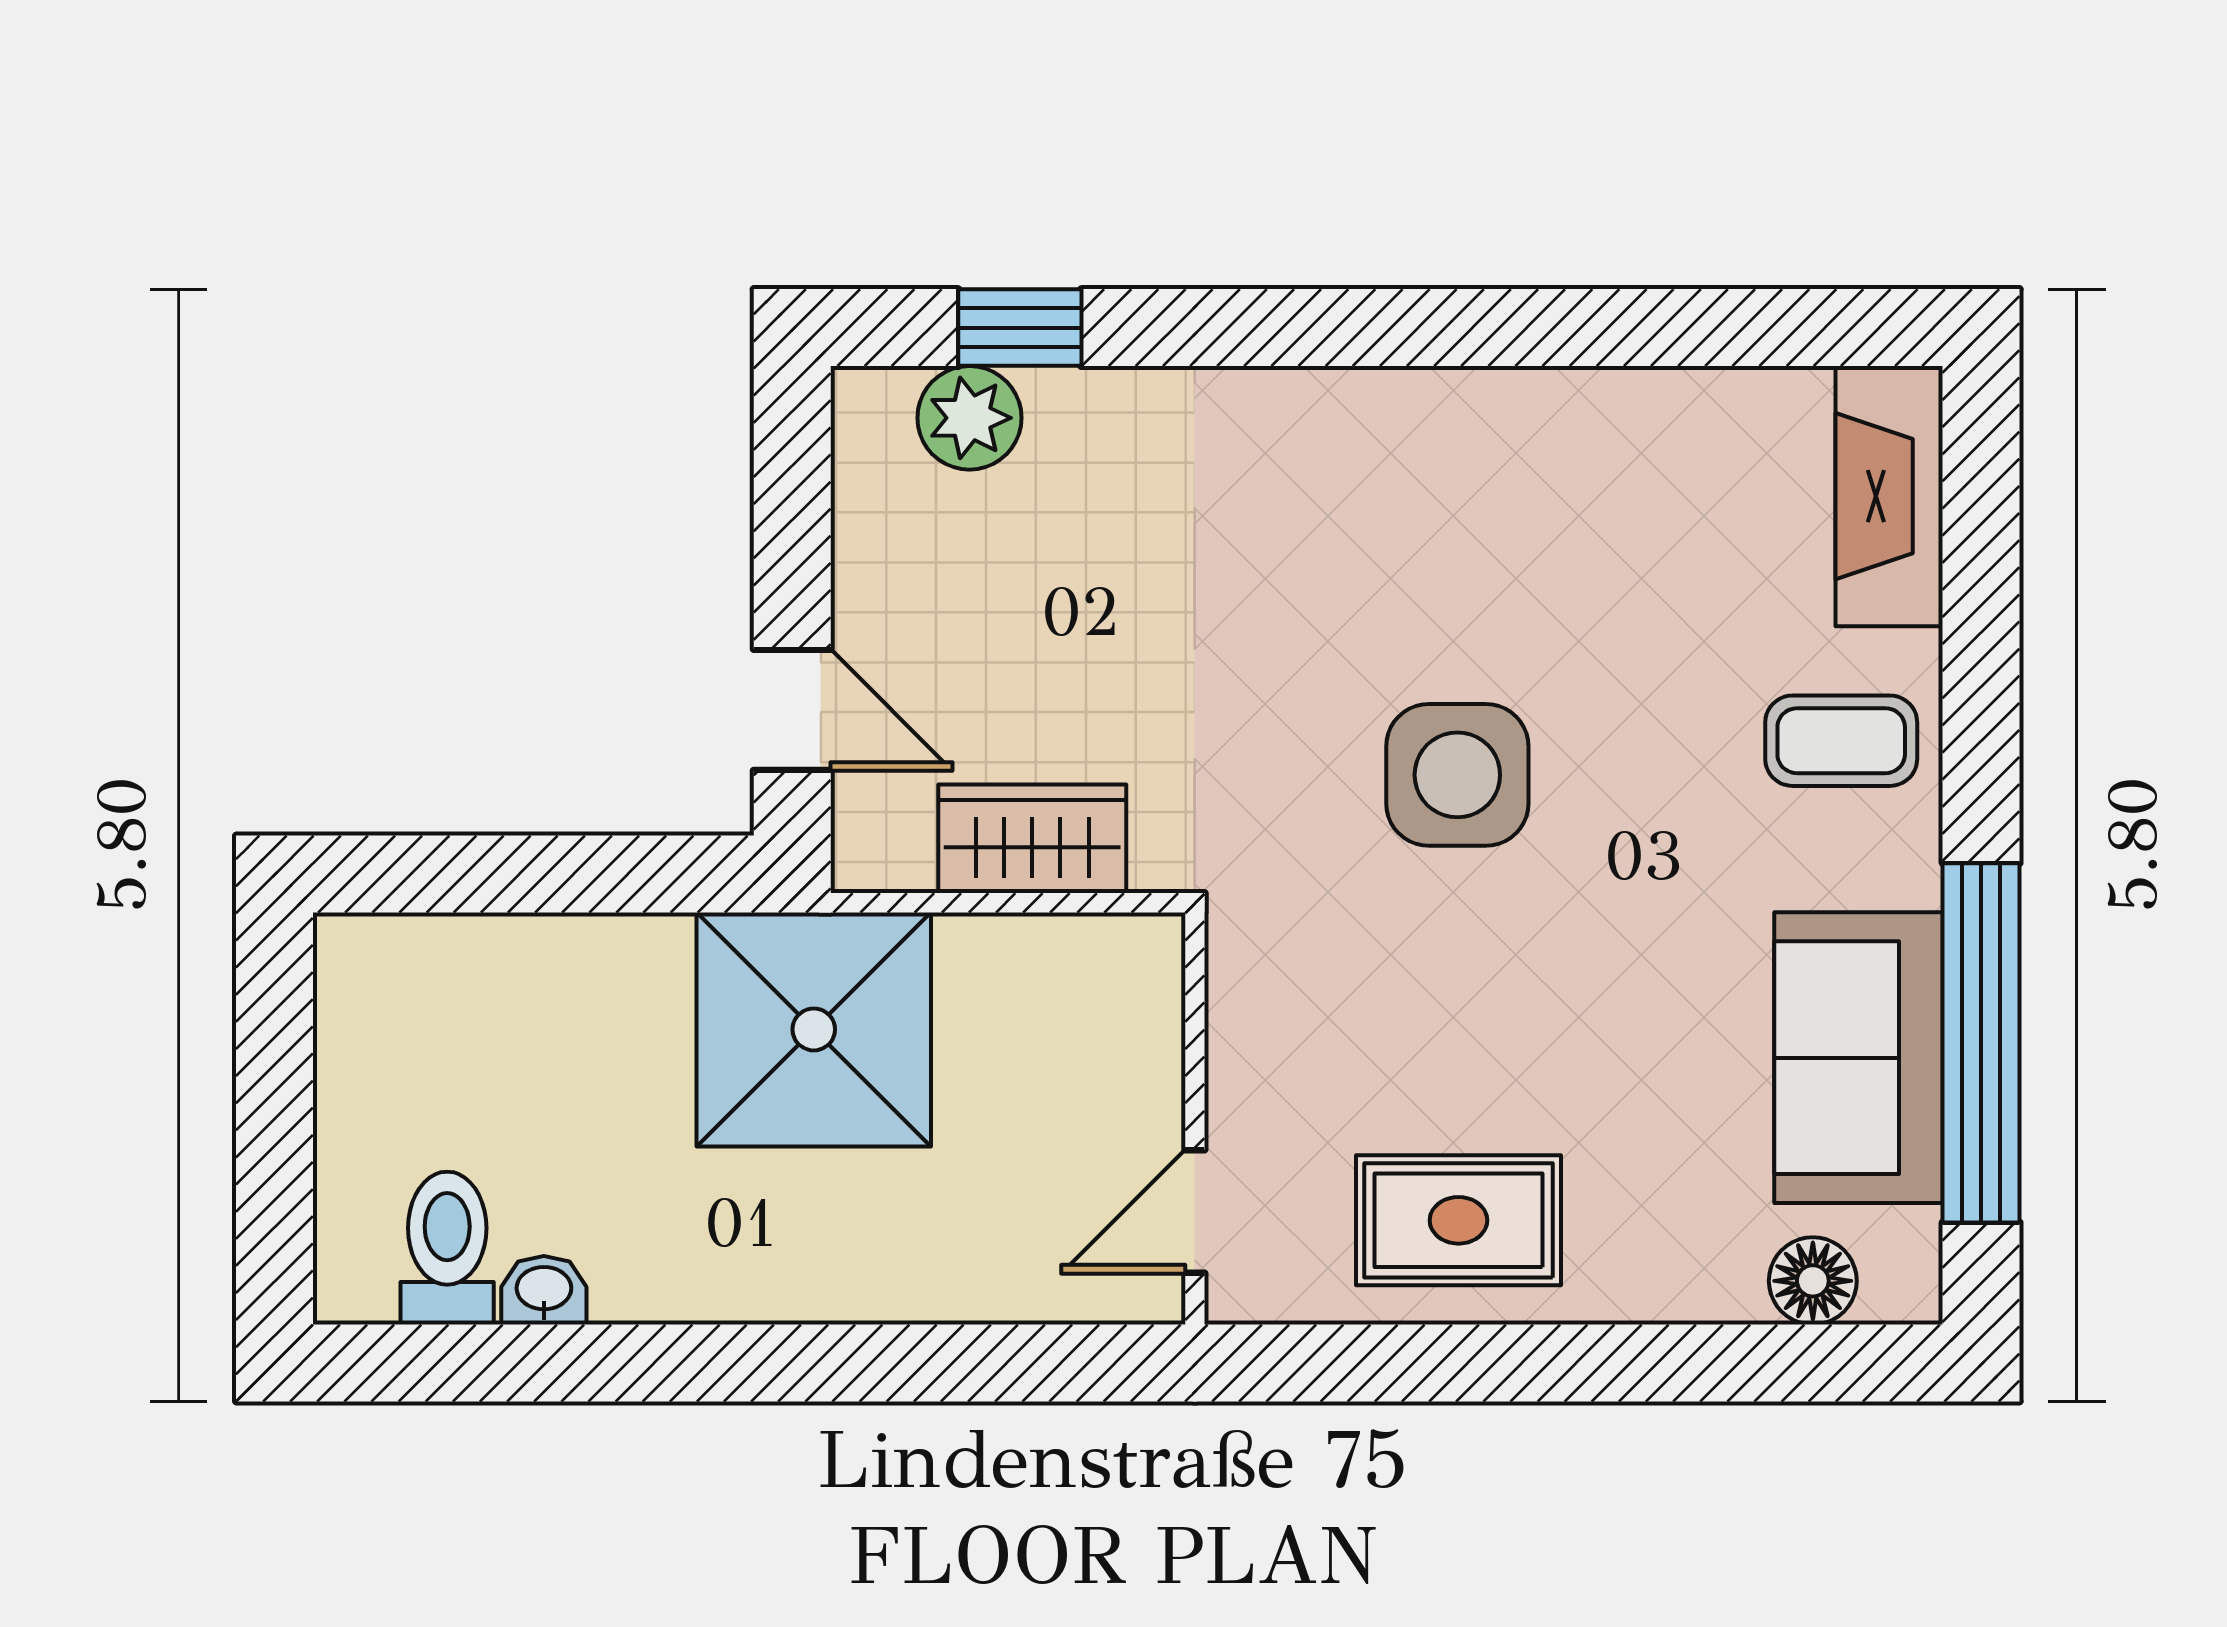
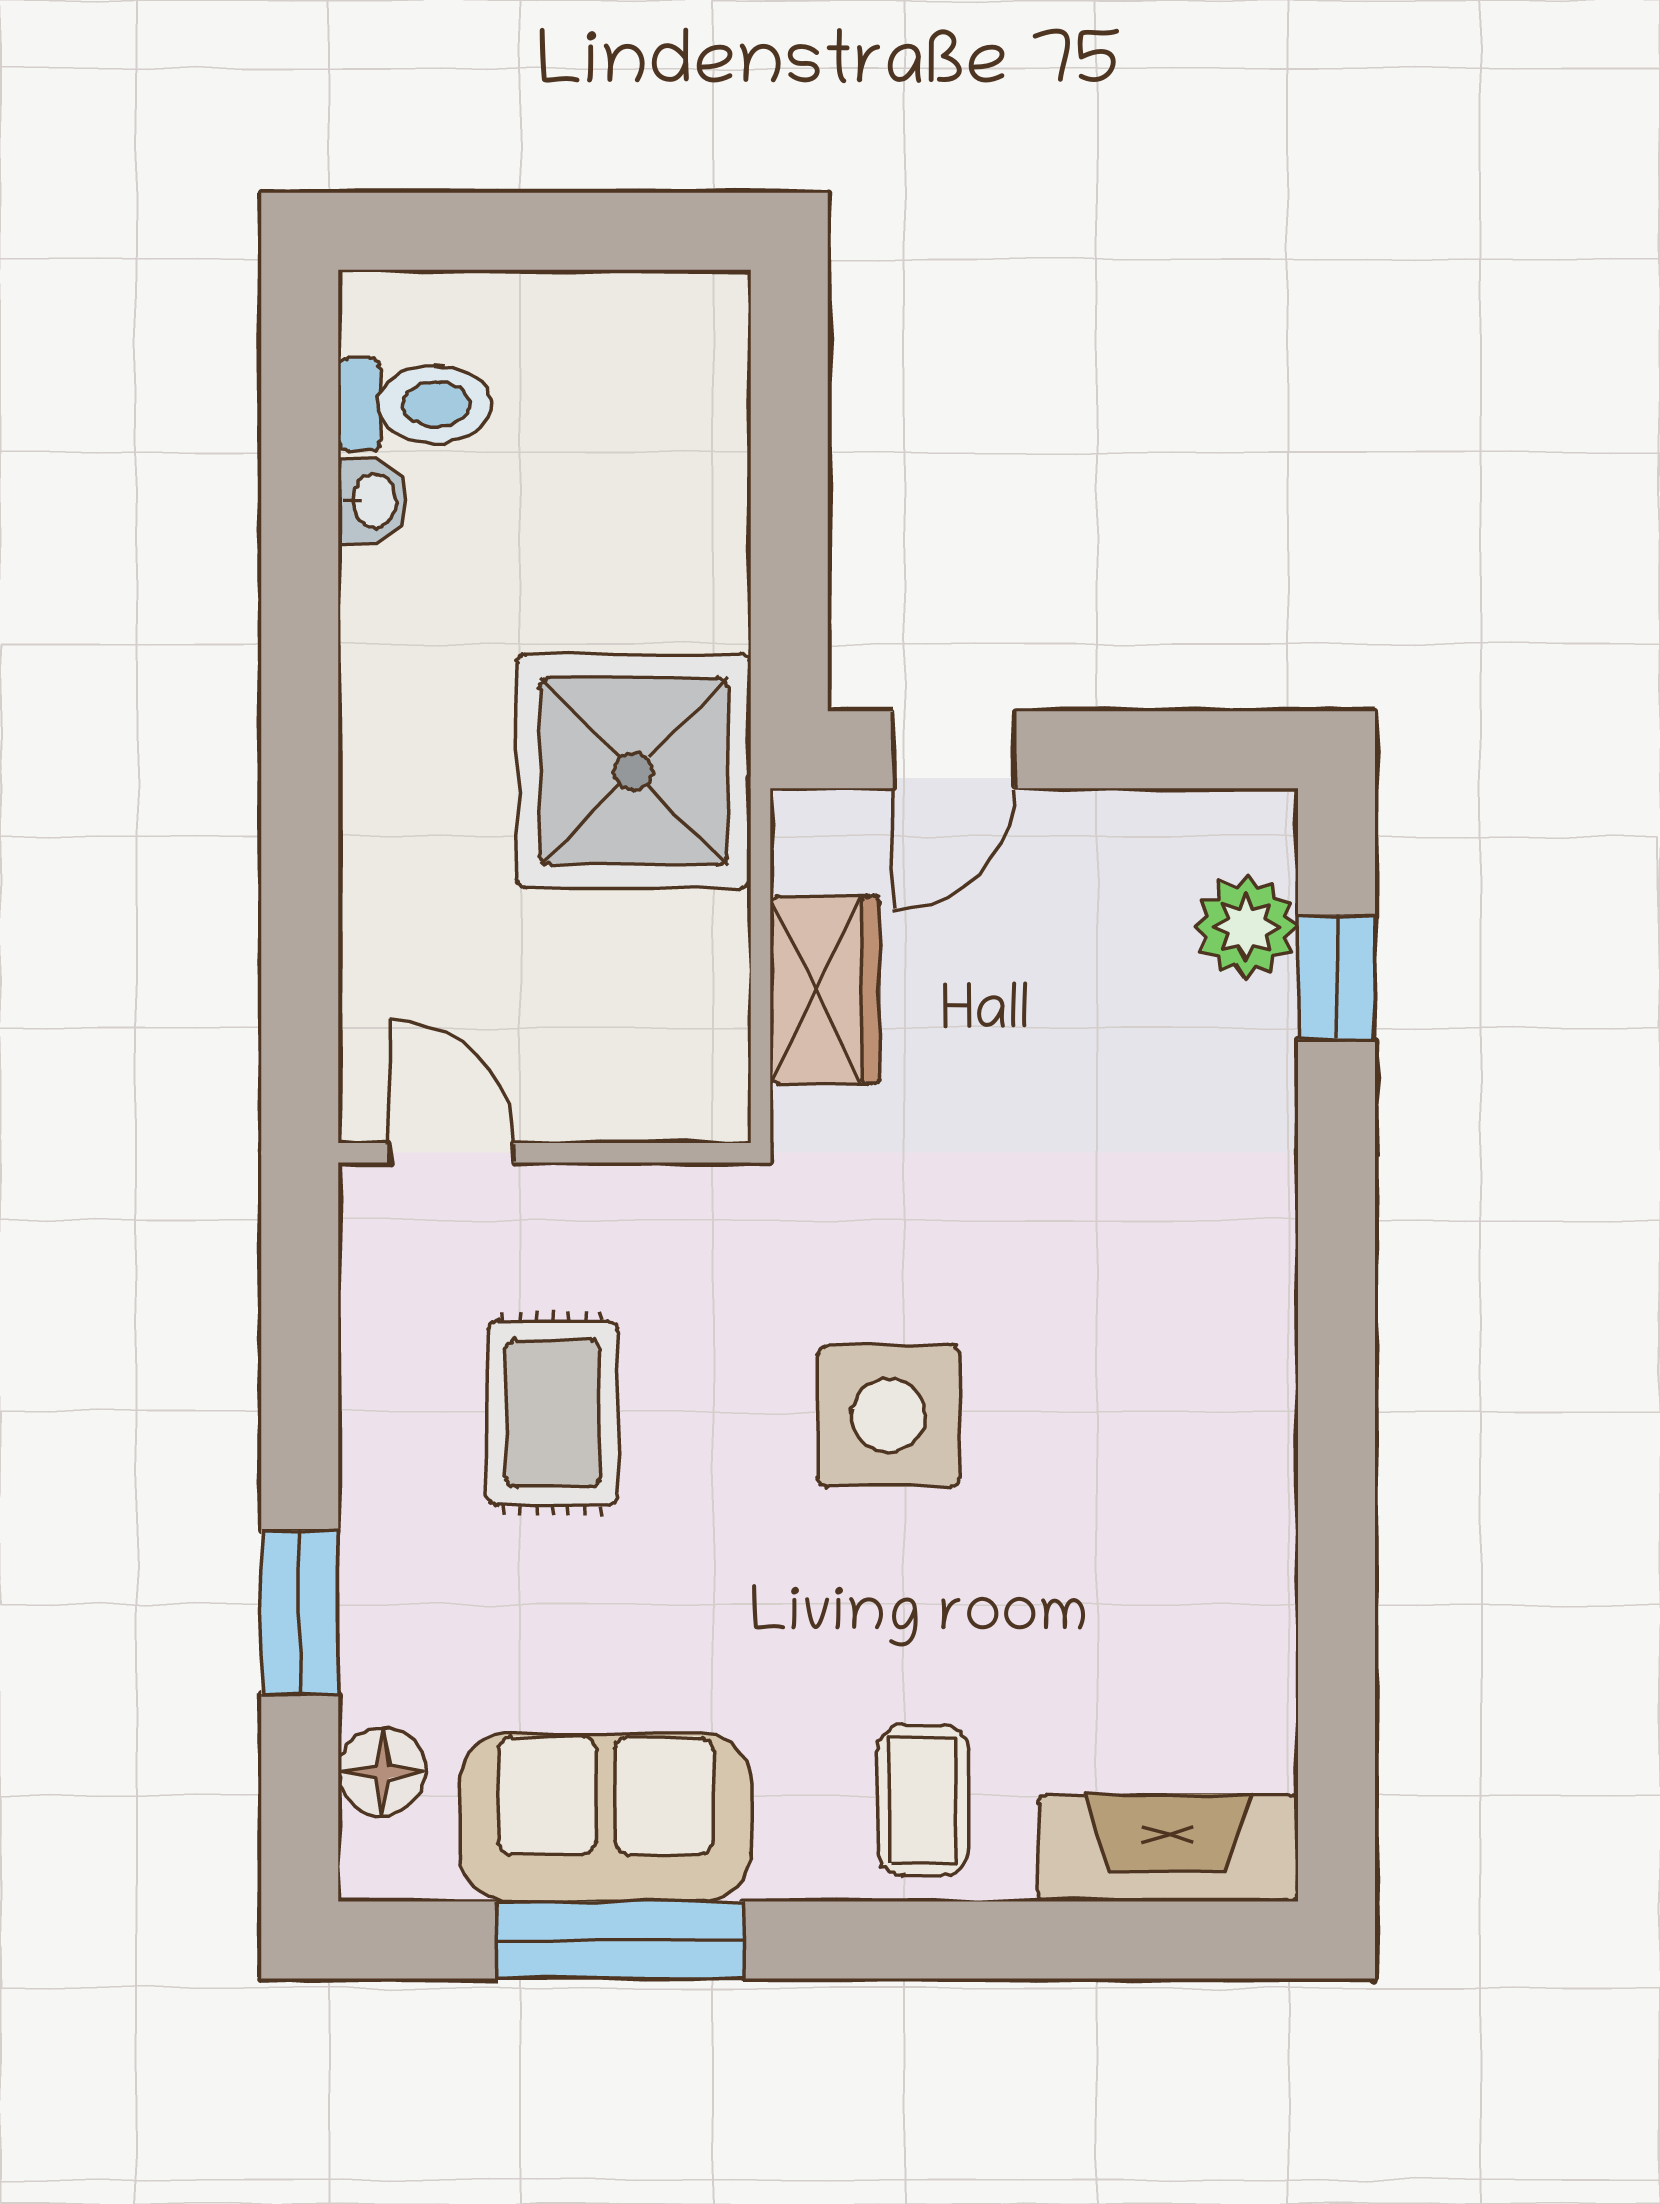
window: (1981, 1043) -> (620, 1940), width x0.68
rug: (1458, 1220) -> (553, 1413), moved
window: (1654, 1363) -> (300, 1612), added

